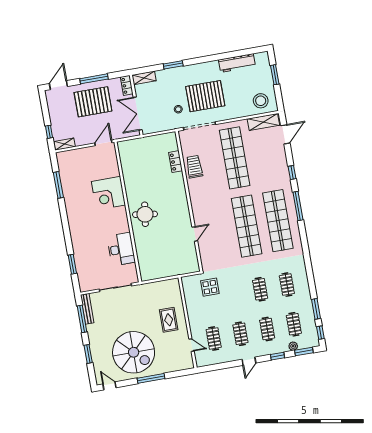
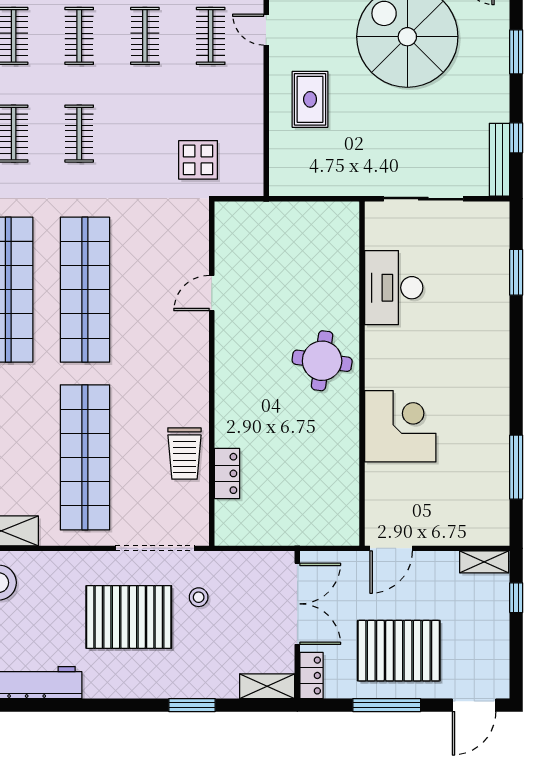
window: (82, 319) -> (516, 138), width x0.46

